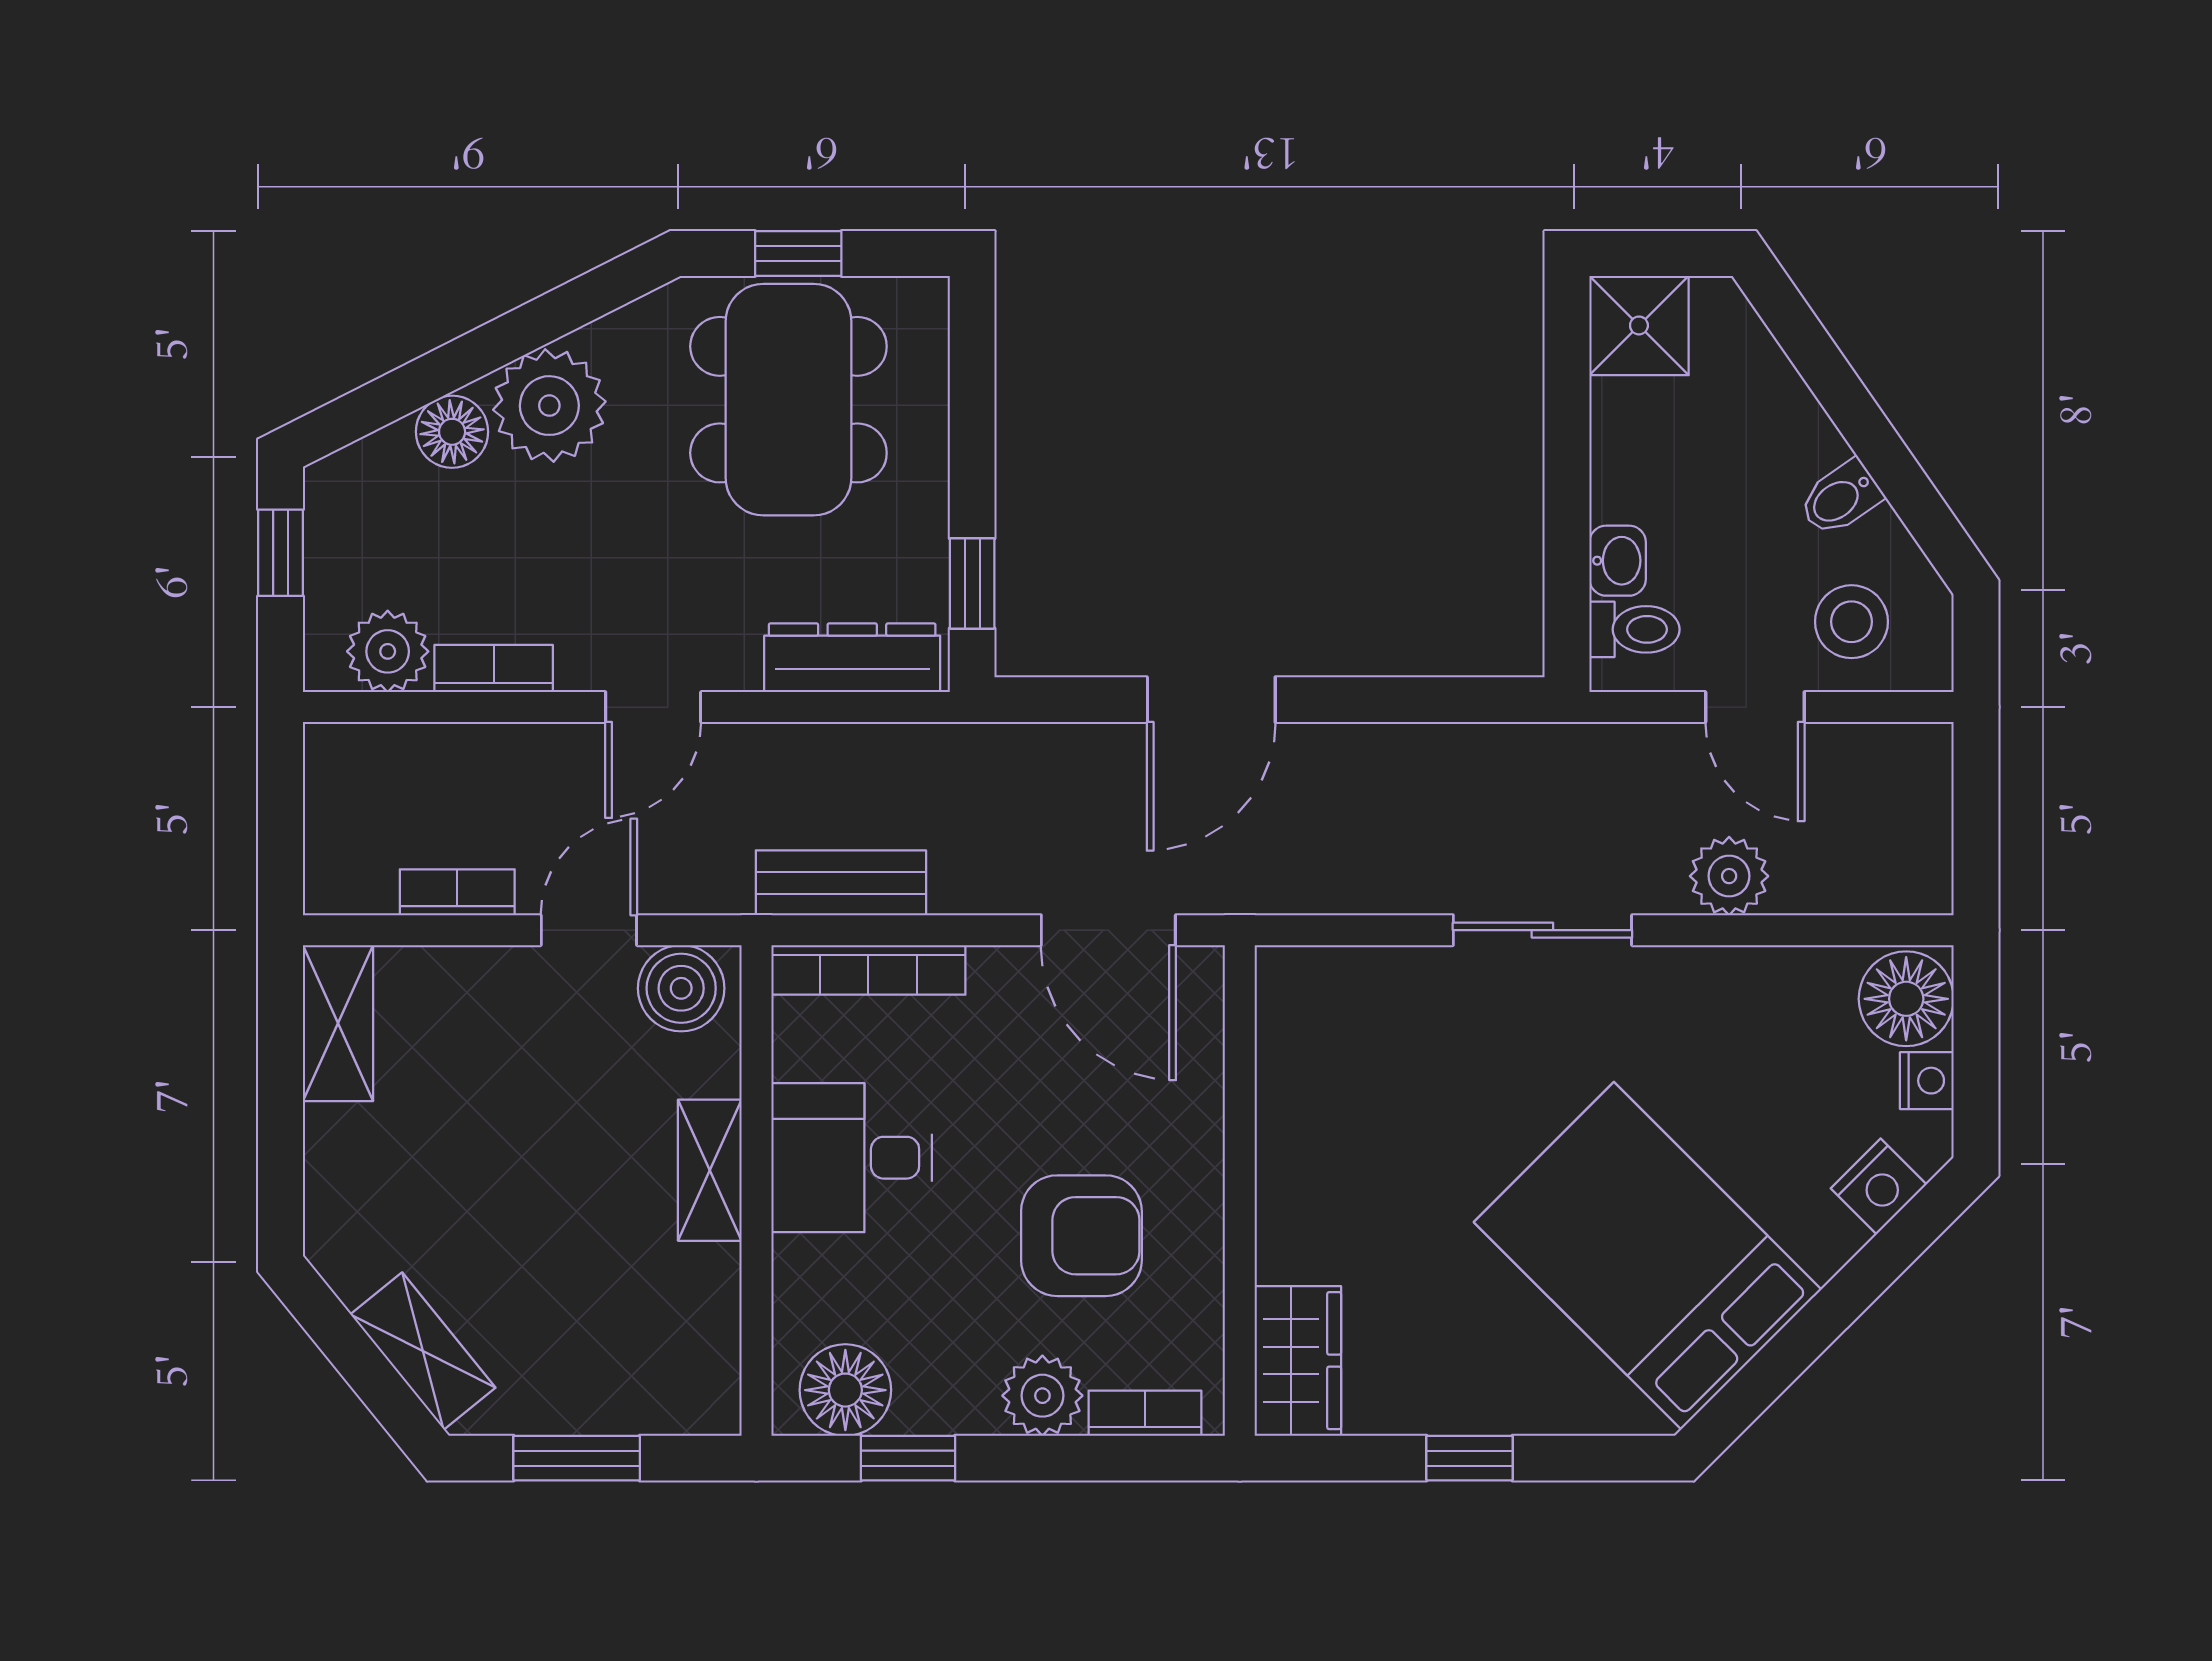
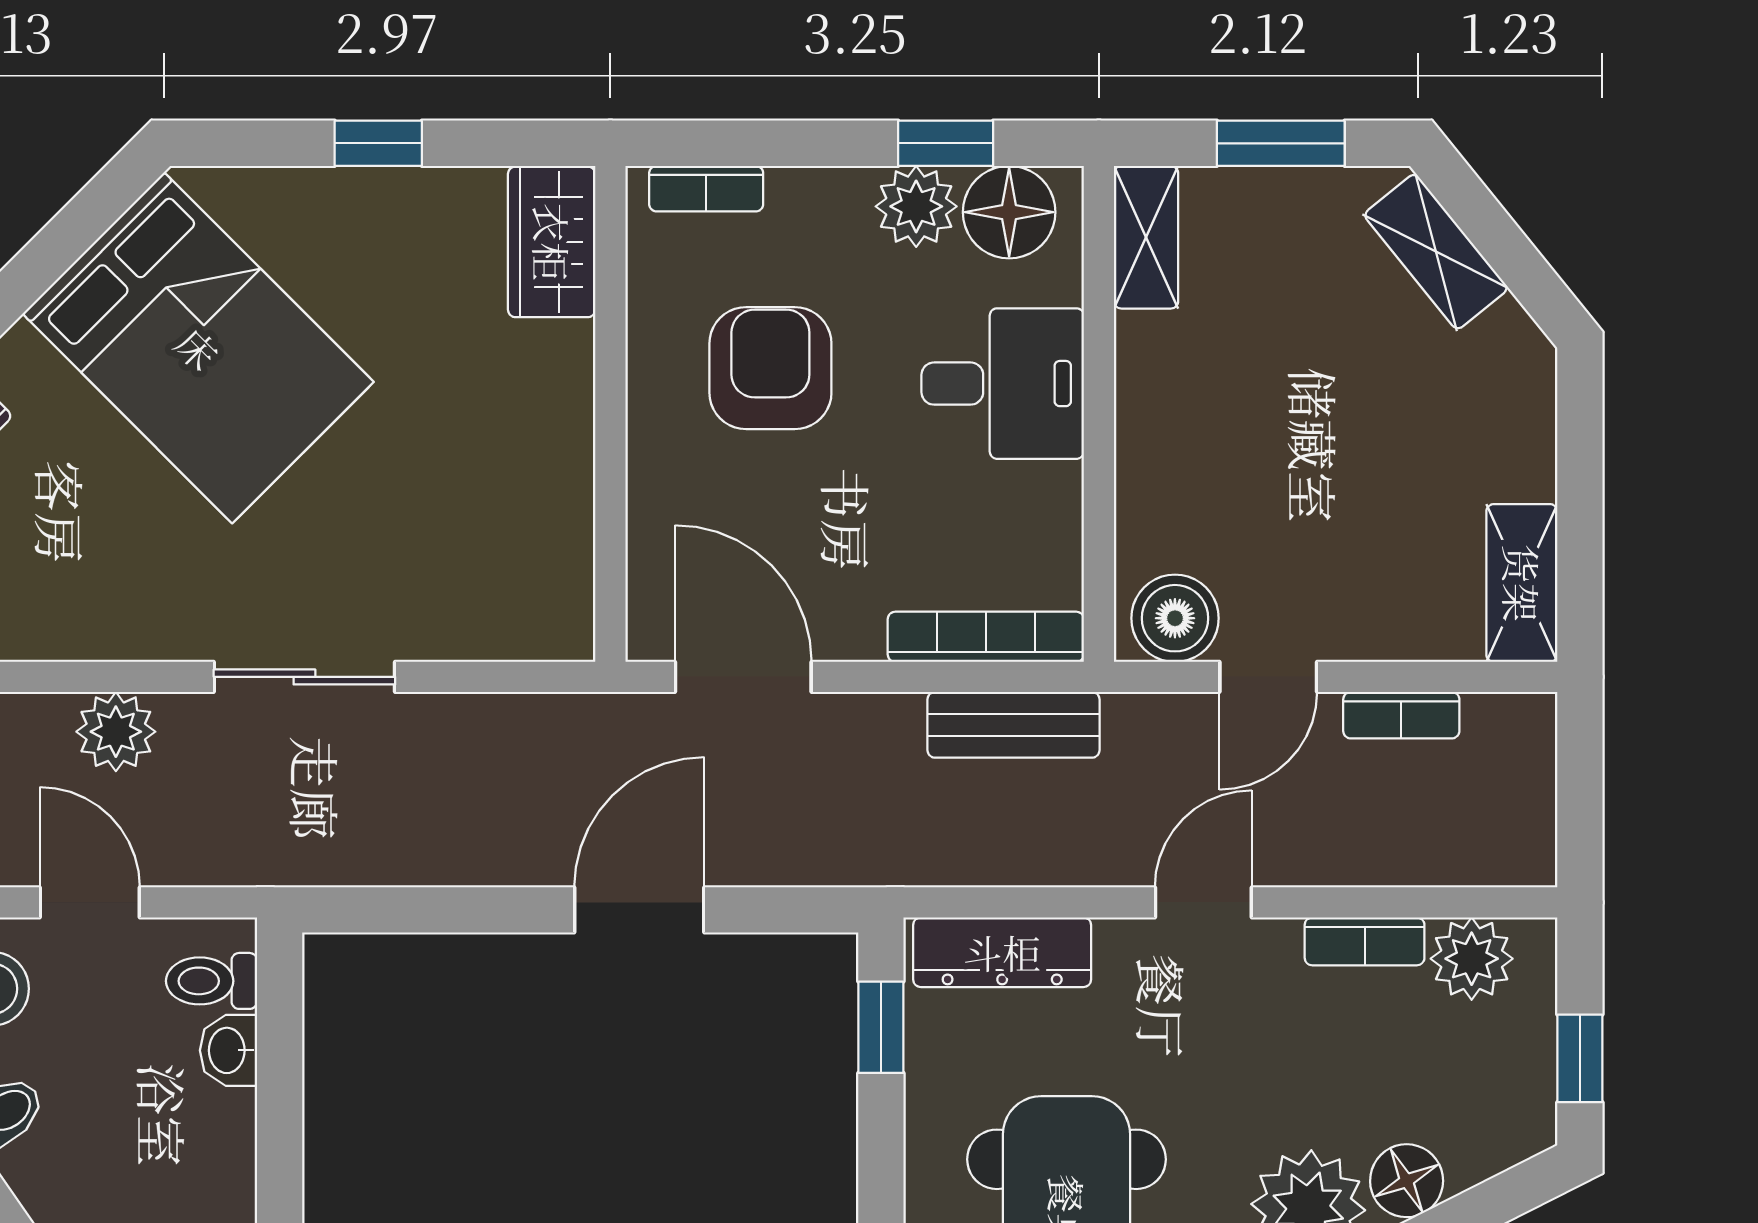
desk: (852, 1158) -> (1003, 384), moved
shelving: (710, 1170) -> (1146, 237), moved
armchair: (1081, 1236) -> (770, 368), turned 90
plant: (1042, 1396) -> (916, 206), moved

